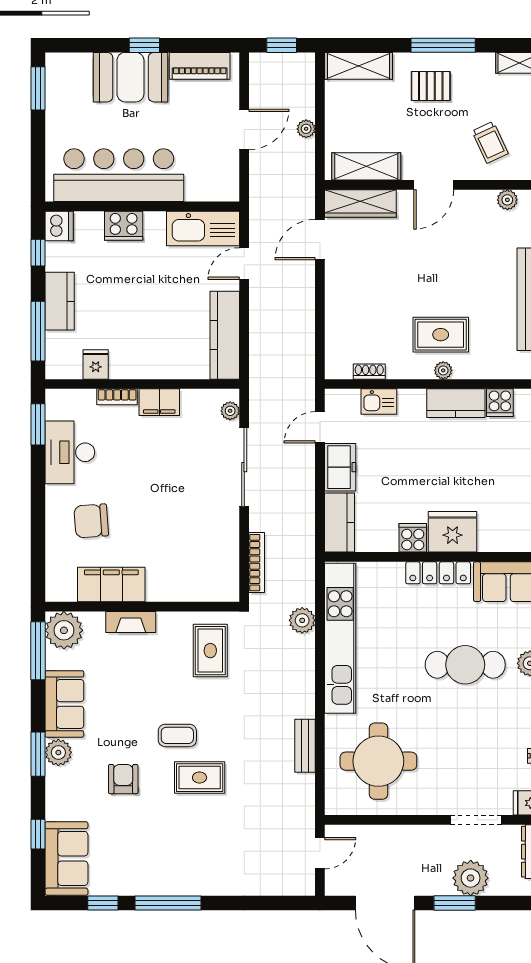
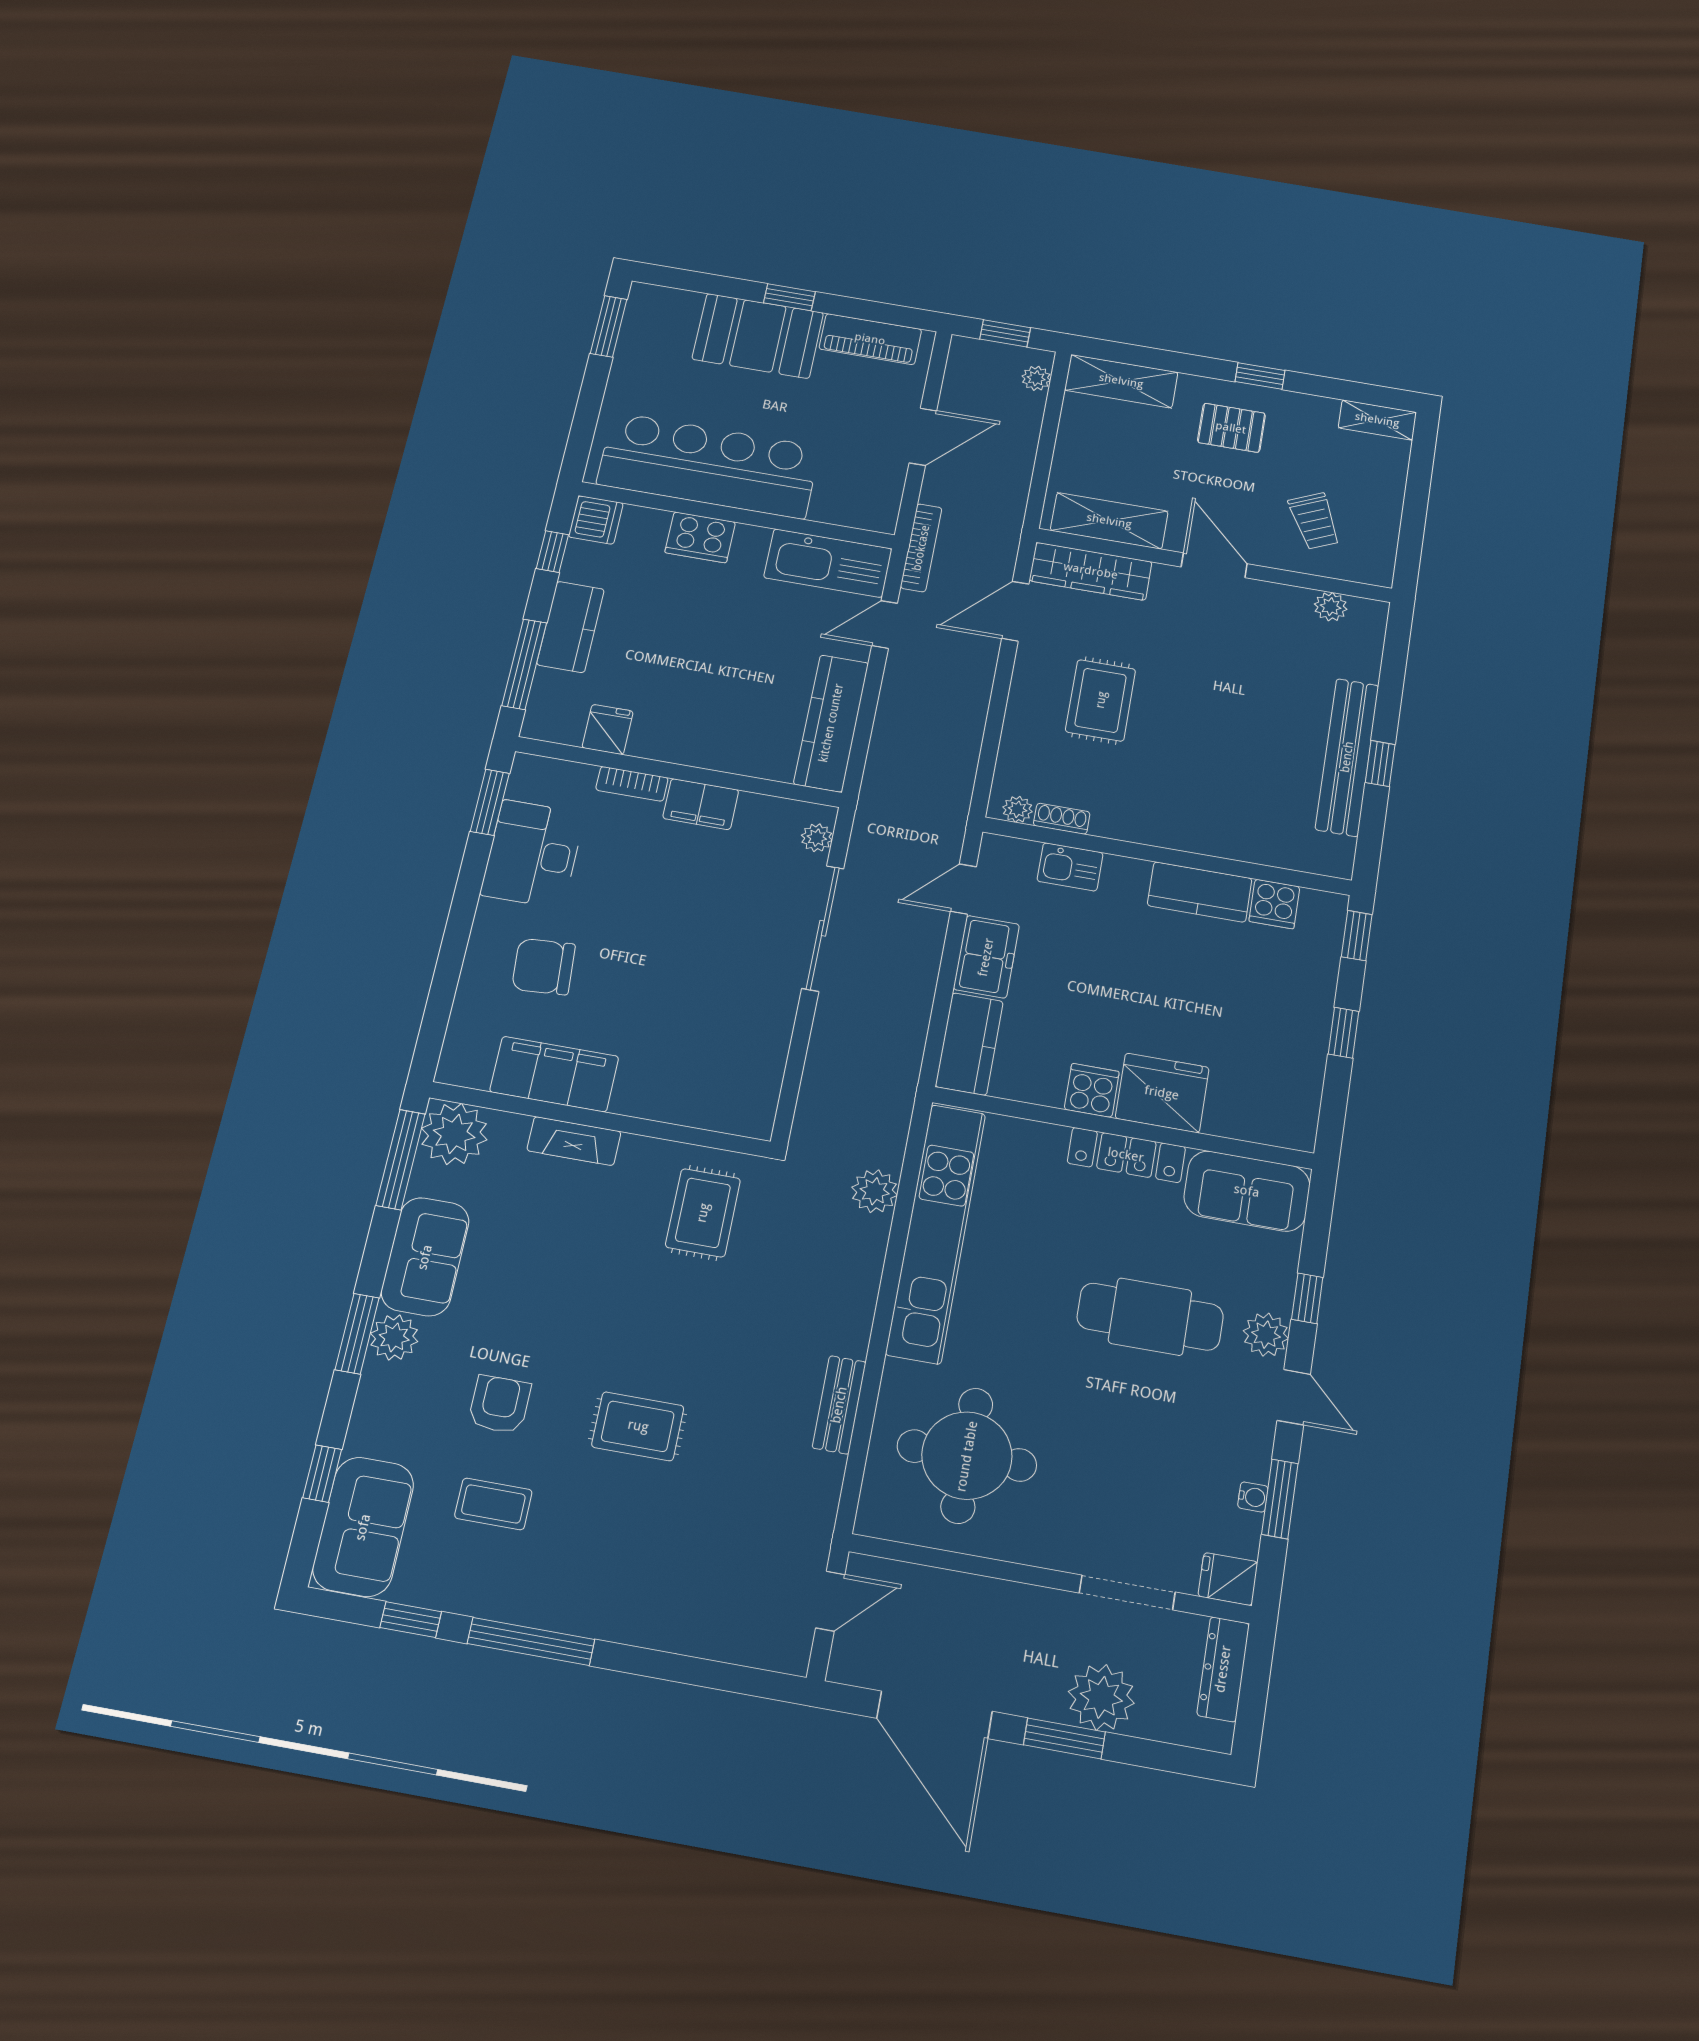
window: (443, 45) -> (1260, 376), width x0.46
plant: (306, 129) -> (1036, 378), moved
door: (434, 185) -> (1214, 565), swing flipped
rug: (441, 335) -> (1101, 700), moved, turned 90
plant: (443, 370) -> (1018, 809), moved
bookcase: (257, 563) -> (921, 548), moved
coffee table: (177, 735) -> (493, 1504), moved

